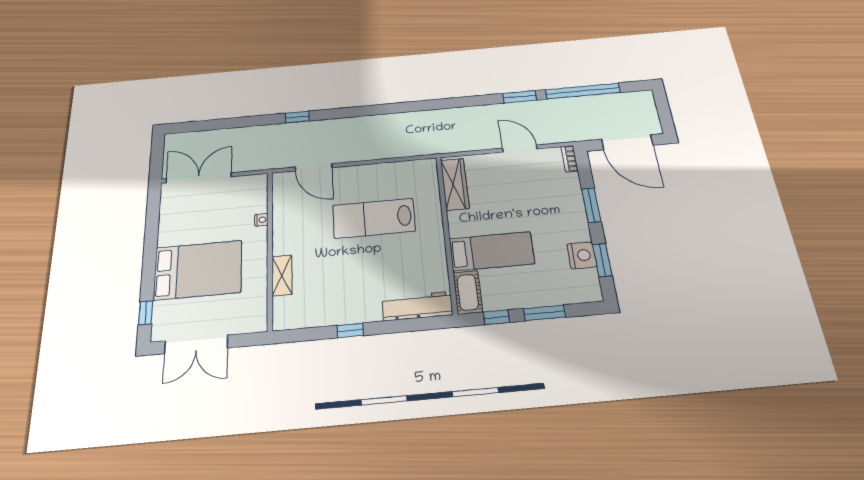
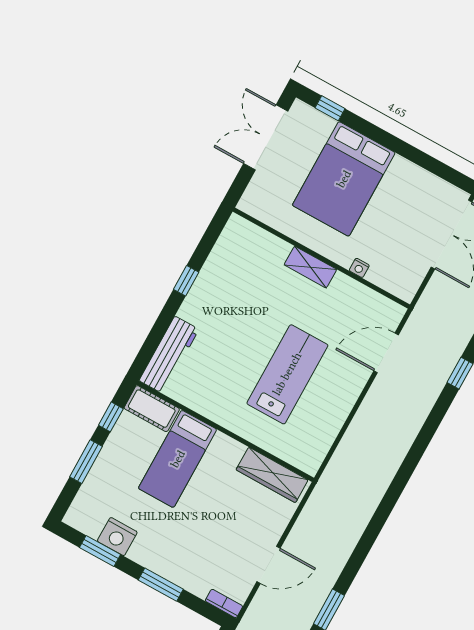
shelving: (282, 275) -> (310, 267), moved

